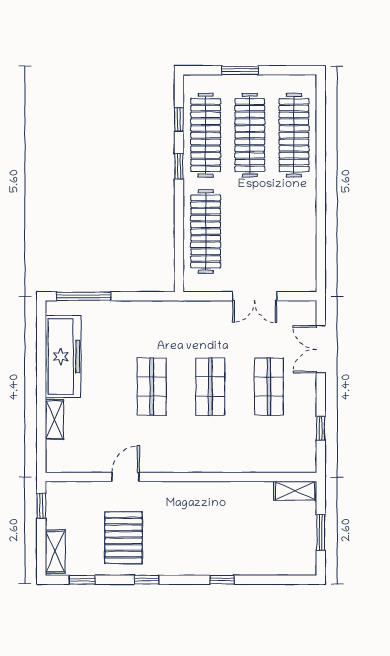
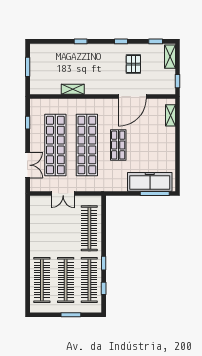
double door: (255, 296) -> (63, 194), swing flipped
freezer: (63, 357) -> (150, 182), moved, turned 90
shop shelf: (210, 387) -> (87, 145), width x2.00, depth x1.36
shop shelf: (269, 387) -> (55, 145), width x2.00, depth x1.36
shelving: (54, 420) -> (170, 115), moved
door: (126, 477) -> (132, 97), width x1.88
shelving: (295, 491) -> (73, 89), moved
pallet: (123, 538) -> (133, 64), width x0.67, depth x0.71

